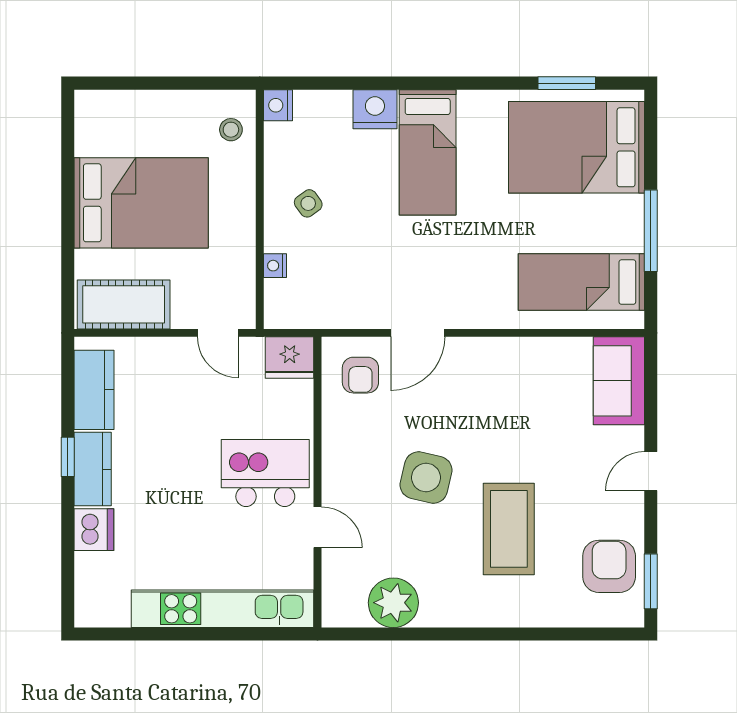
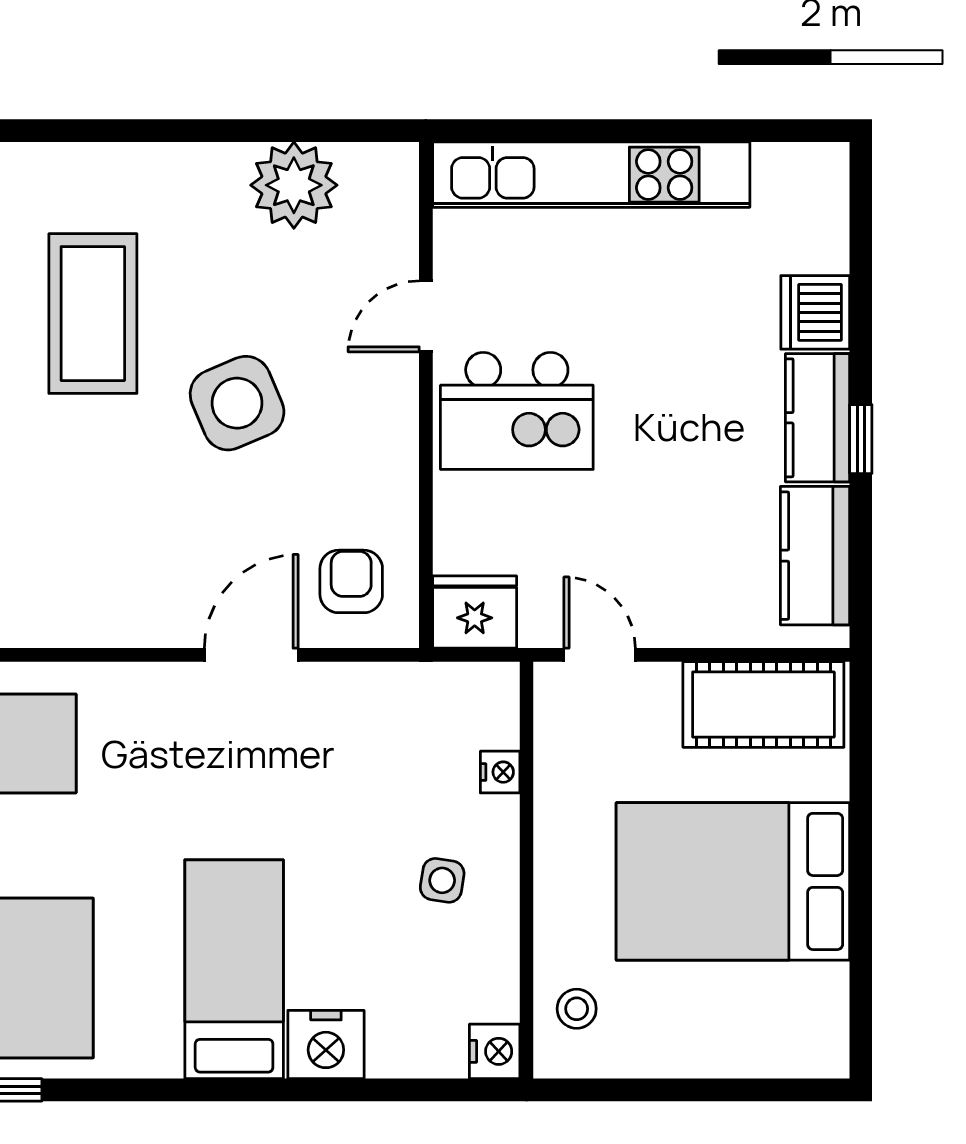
side table: (308, 203) -> (442, 880), turned 45
side table: (426, 478) -> (237, 403), turned -36
door: (318, 527) -> (426, 316), hinge flipped

